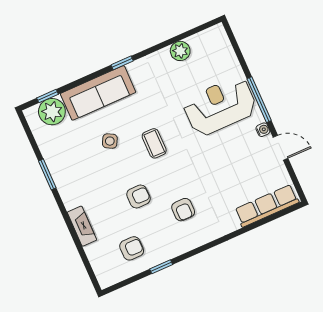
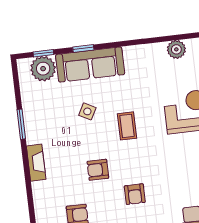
window: (122, 63) -> (83, 48), moved
armchair: (138, 196) -> (98, 170), turned 180
fireplace: (82, 226) -> (36, 163), moved

